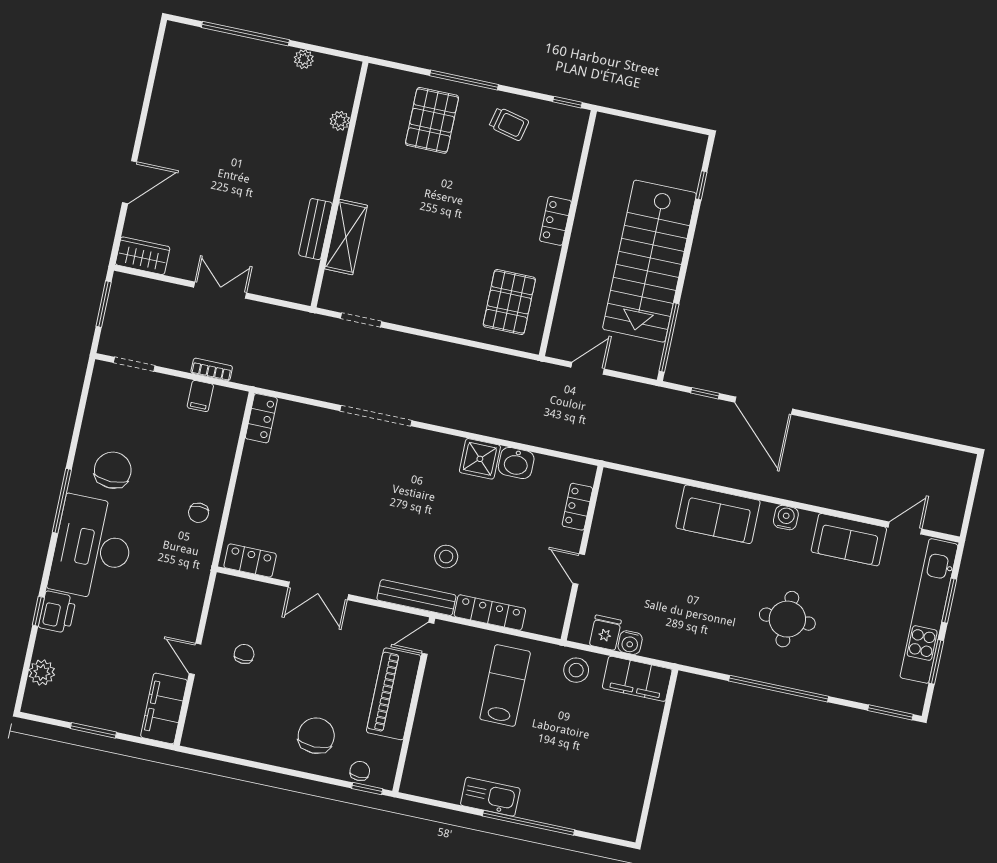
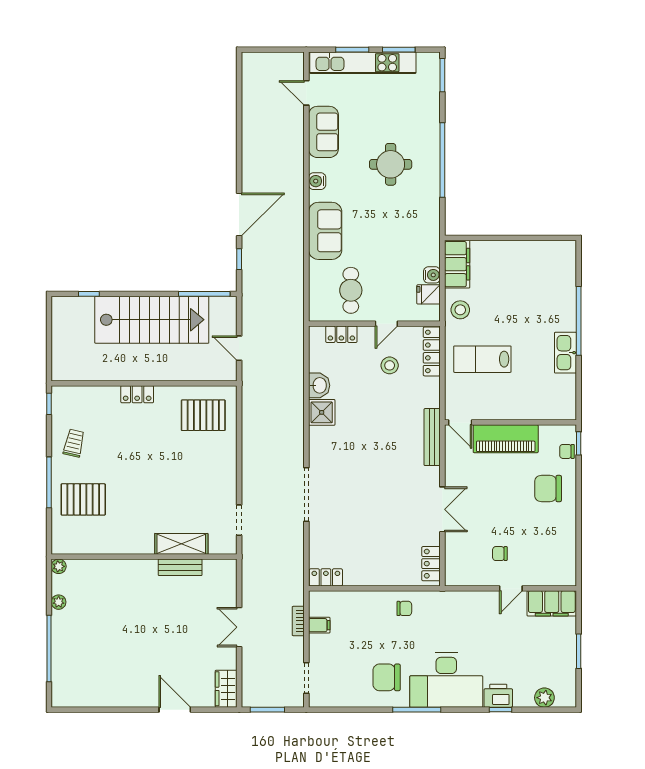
plant: (340, 121) -> (59, 566), moved
cafe table: (633, 531) -> (351, 290), added
stool: (446, 557) -> (390, 365), moved
locker: (490, 612) -> (432, 351), moved

